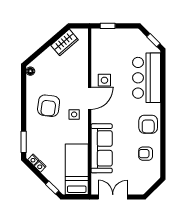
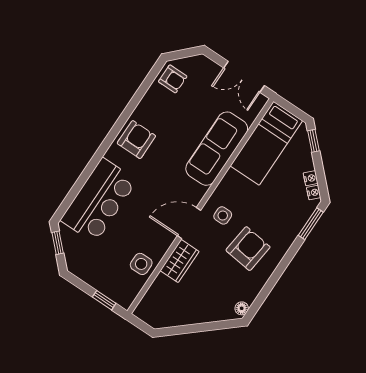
wardrobe: (65, 42) -> (180, 261), moved, turned 131
side table: (104, 80) -> (141, 264), moved
armchair: (146, 154) -> (173, 79), moved

